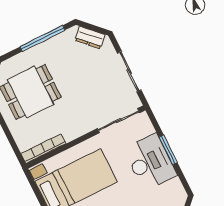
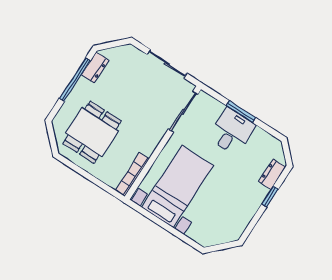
dresser: (90, 38) -> (95, 68), moved, turned -45
desk: (150, 162) -> (232, 131), width x0.73

